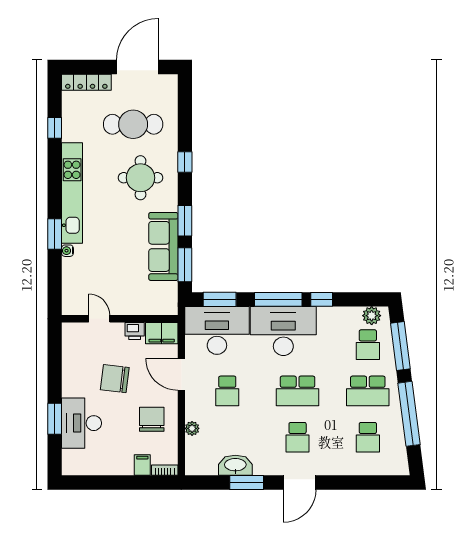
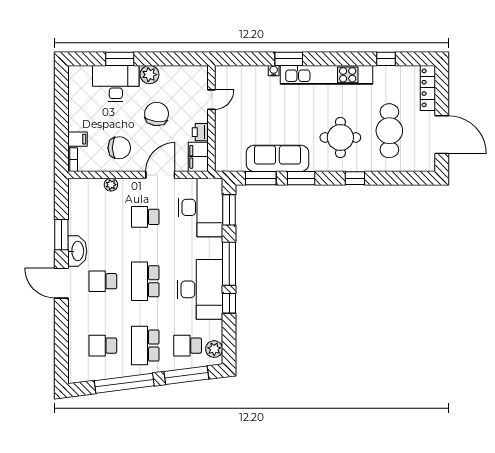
desk: (283, 331) -> (200, 289), moved
plant: (72, 386) -> (150, 75), added
washbasin: (235, 465) -> (77, 251), moved

